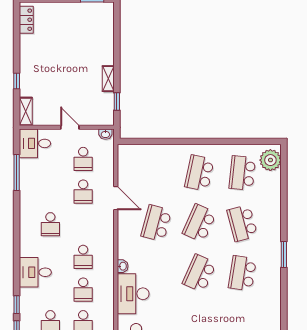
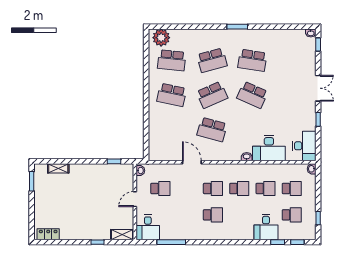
shelving: (108, 79) -> (58, 168), moved
school desk: (83, 192) -> (213, 188), moved
door: (116, 198) -> (192, 162), hinge flipped
school desk: (199, 223) -> (212, 95), turned -48
desk: (35, 272) -> (266, 227), moved

